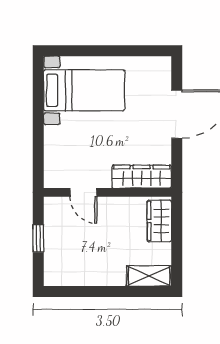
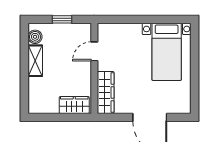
boiler: (63, 276) -> (35, 37), added
shelving: (149, 276) -> (35, 61), moved

